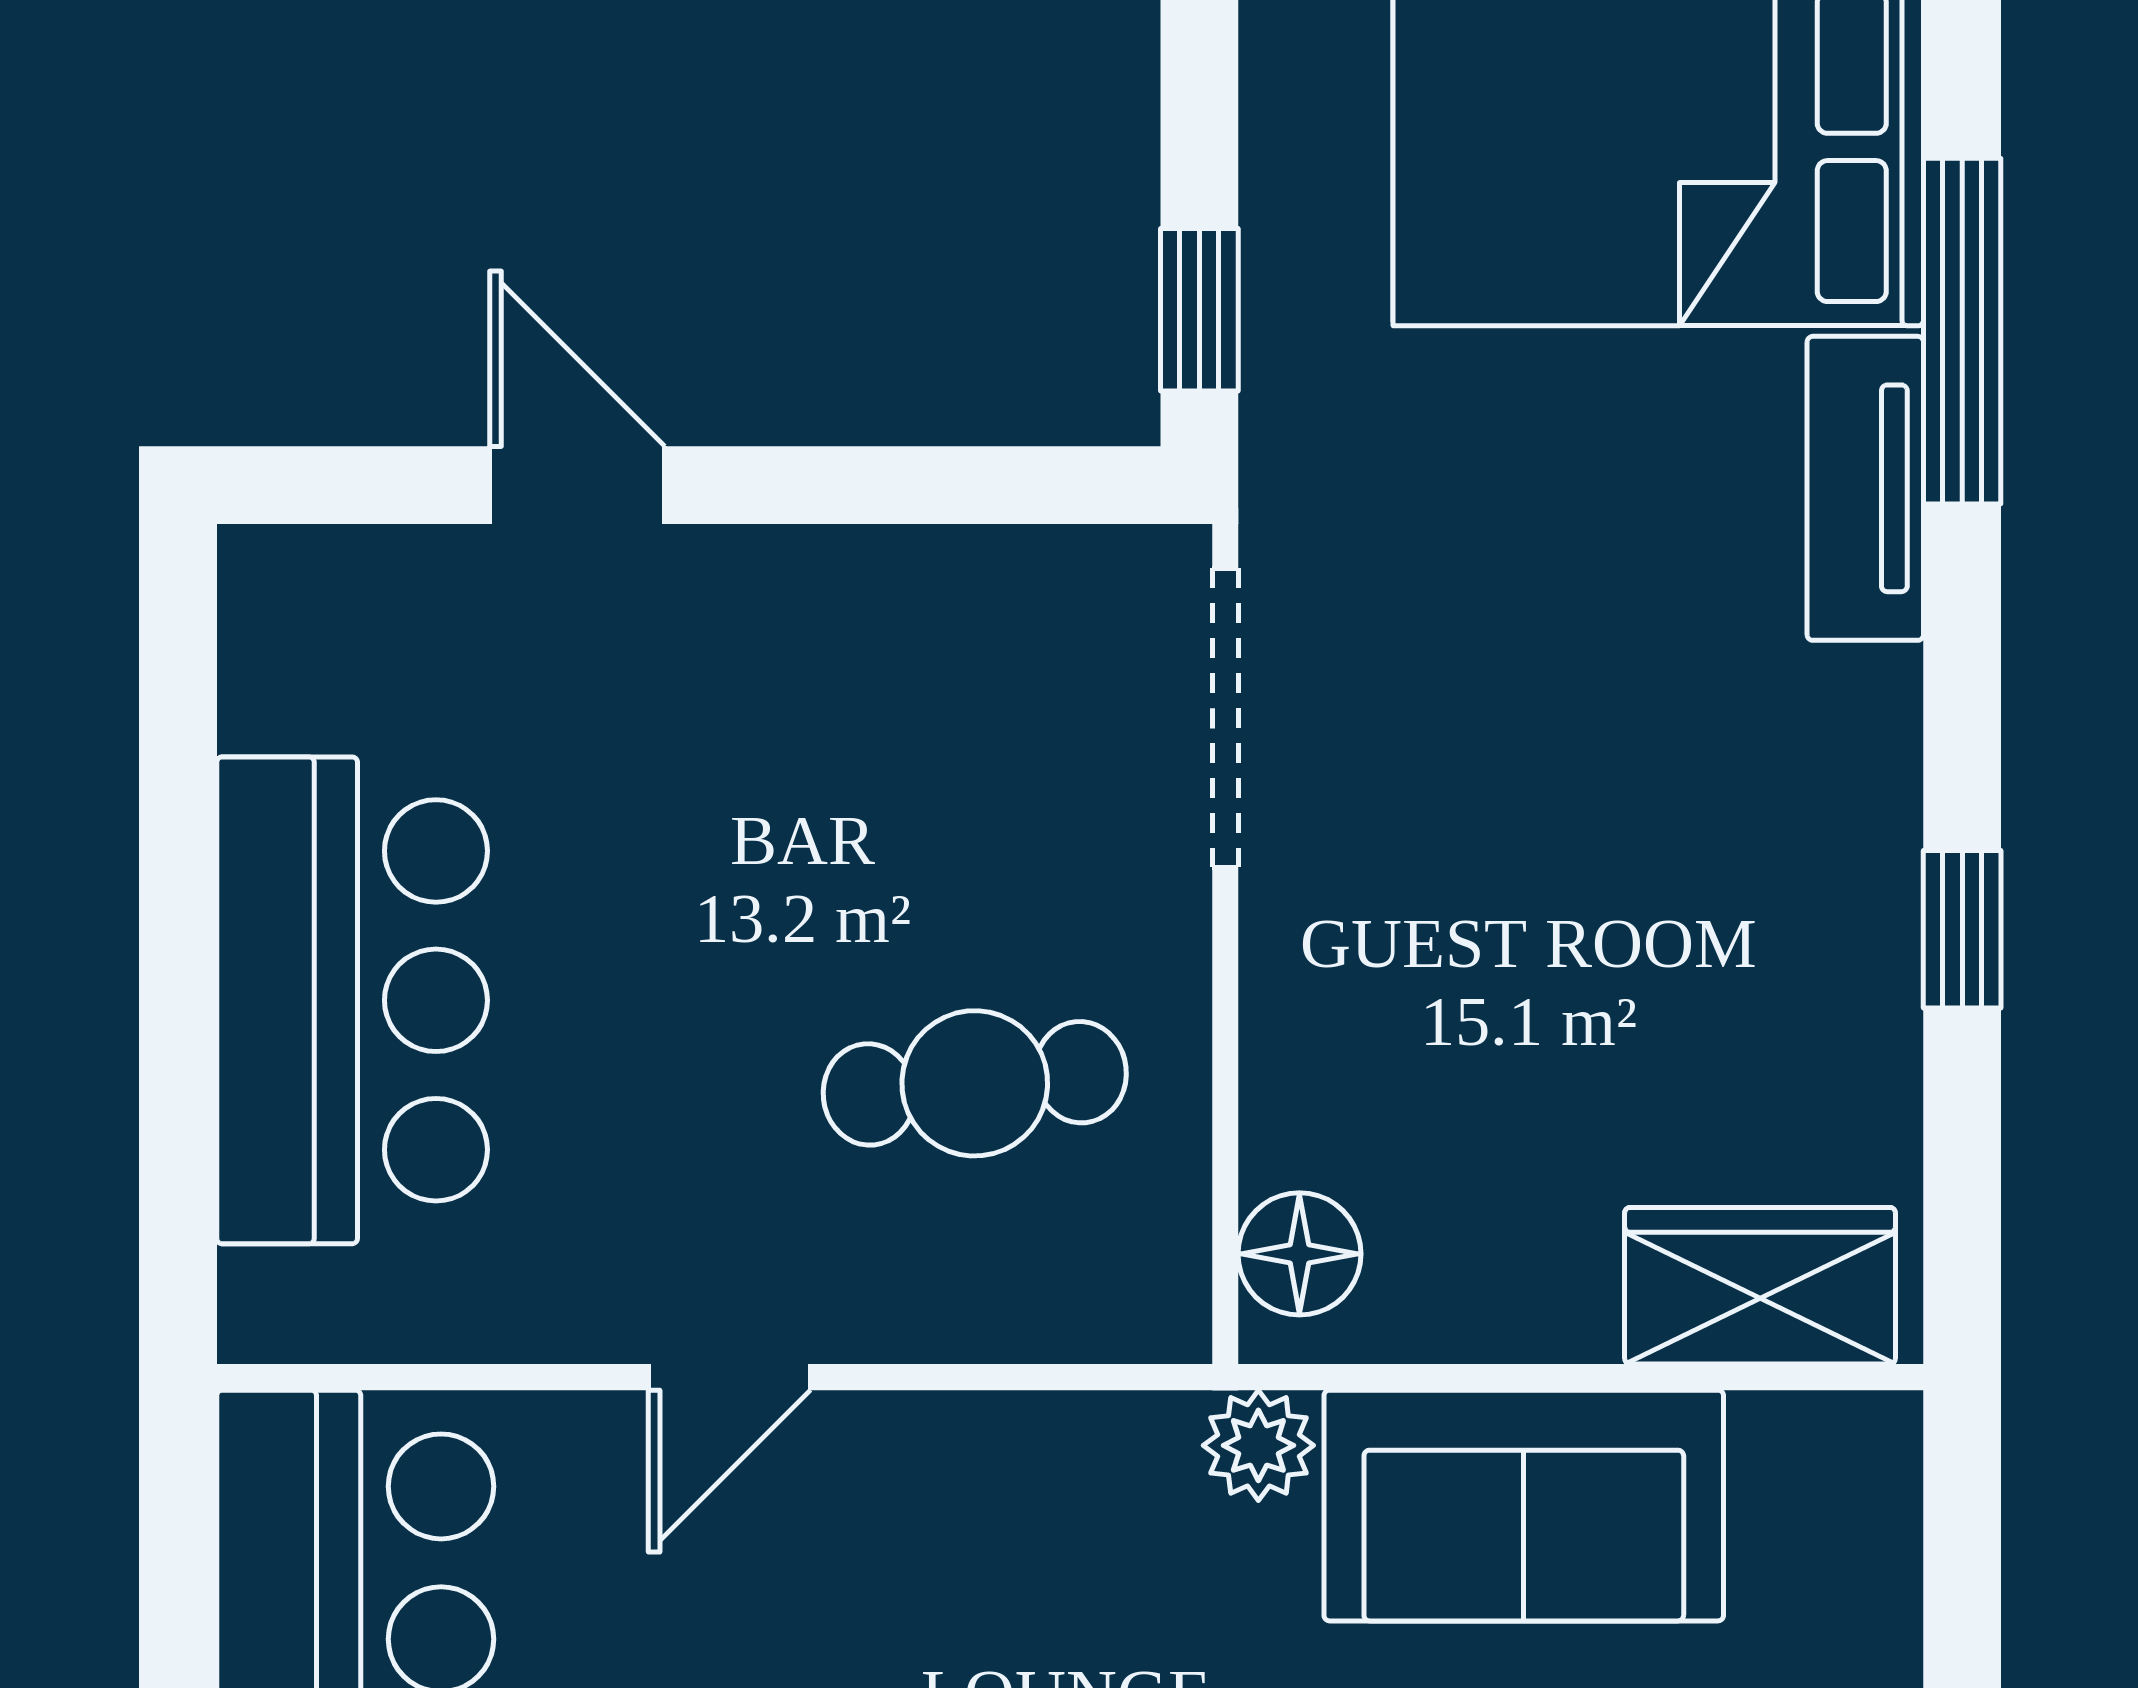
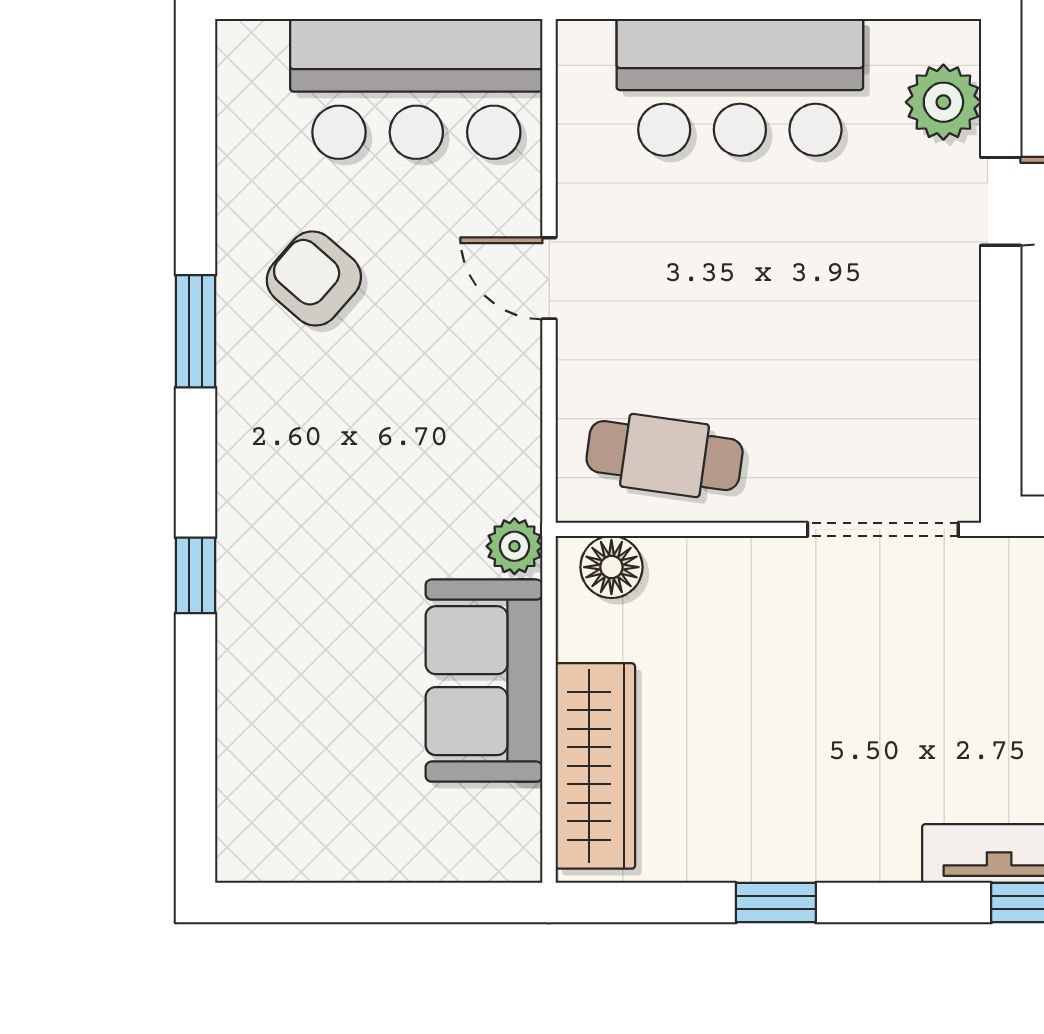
plant: (381, 598) -> (943, 102), added
cafe table: (975, 1083) -> (665, 456), moved, turned -76
wardrobe: (1760, 1286) -> (595, 766), width x1.50

